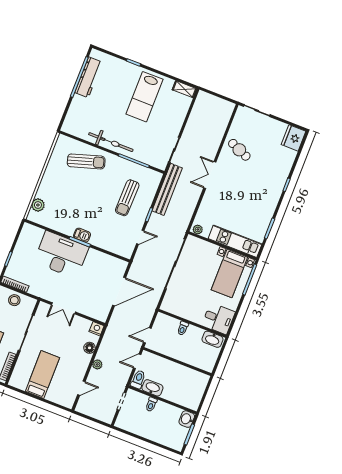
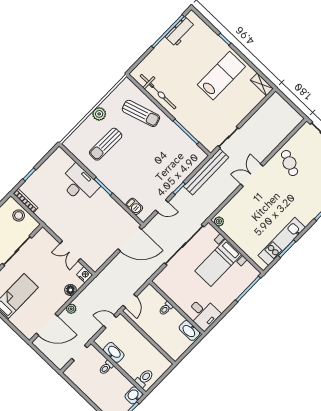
workbench: (88, 77) -> (180, 31), width x0.73
lab bench: (144, 97) -> (221, 76), turned 180
bicycle: (111, 142) -> (158, 92), moved
sun lounger: (127, 198) -> (106, 144), moved
plant: (38, 205) -> (99, 114), moved
barbecue: (82, 235) -> (134, 206), moved
kitchen unit: (235, 241) -> (282, 241), moved, turned -90
desk: (61, 255) -> (79, 184), width x0.73, depth x0.77
bed with nightstands: (229, 273) -> (218, 263), moved
door: (119, 291) -> (130, 239), moved
double door: (63, 308) -> (70, 251), moved
door: (147, 335) -> (130, 301), swing flipped
toilet: (138, 379) -> (144, 378), moved
door: (81, 388) -> (47, 325), width x1.88

